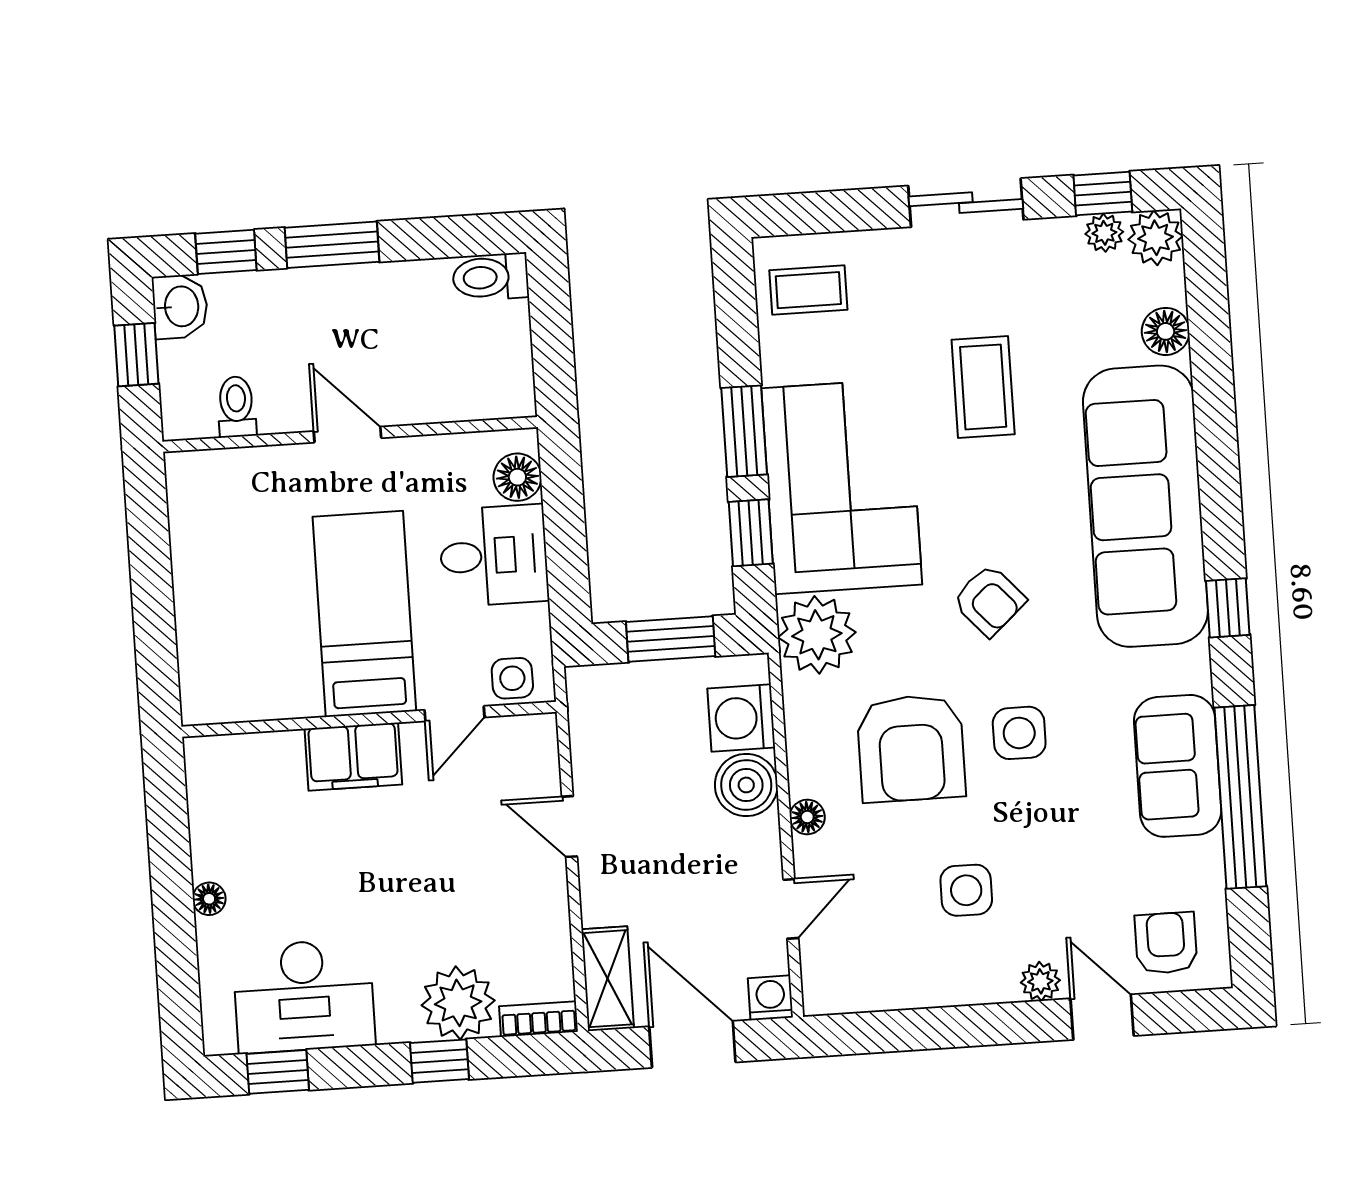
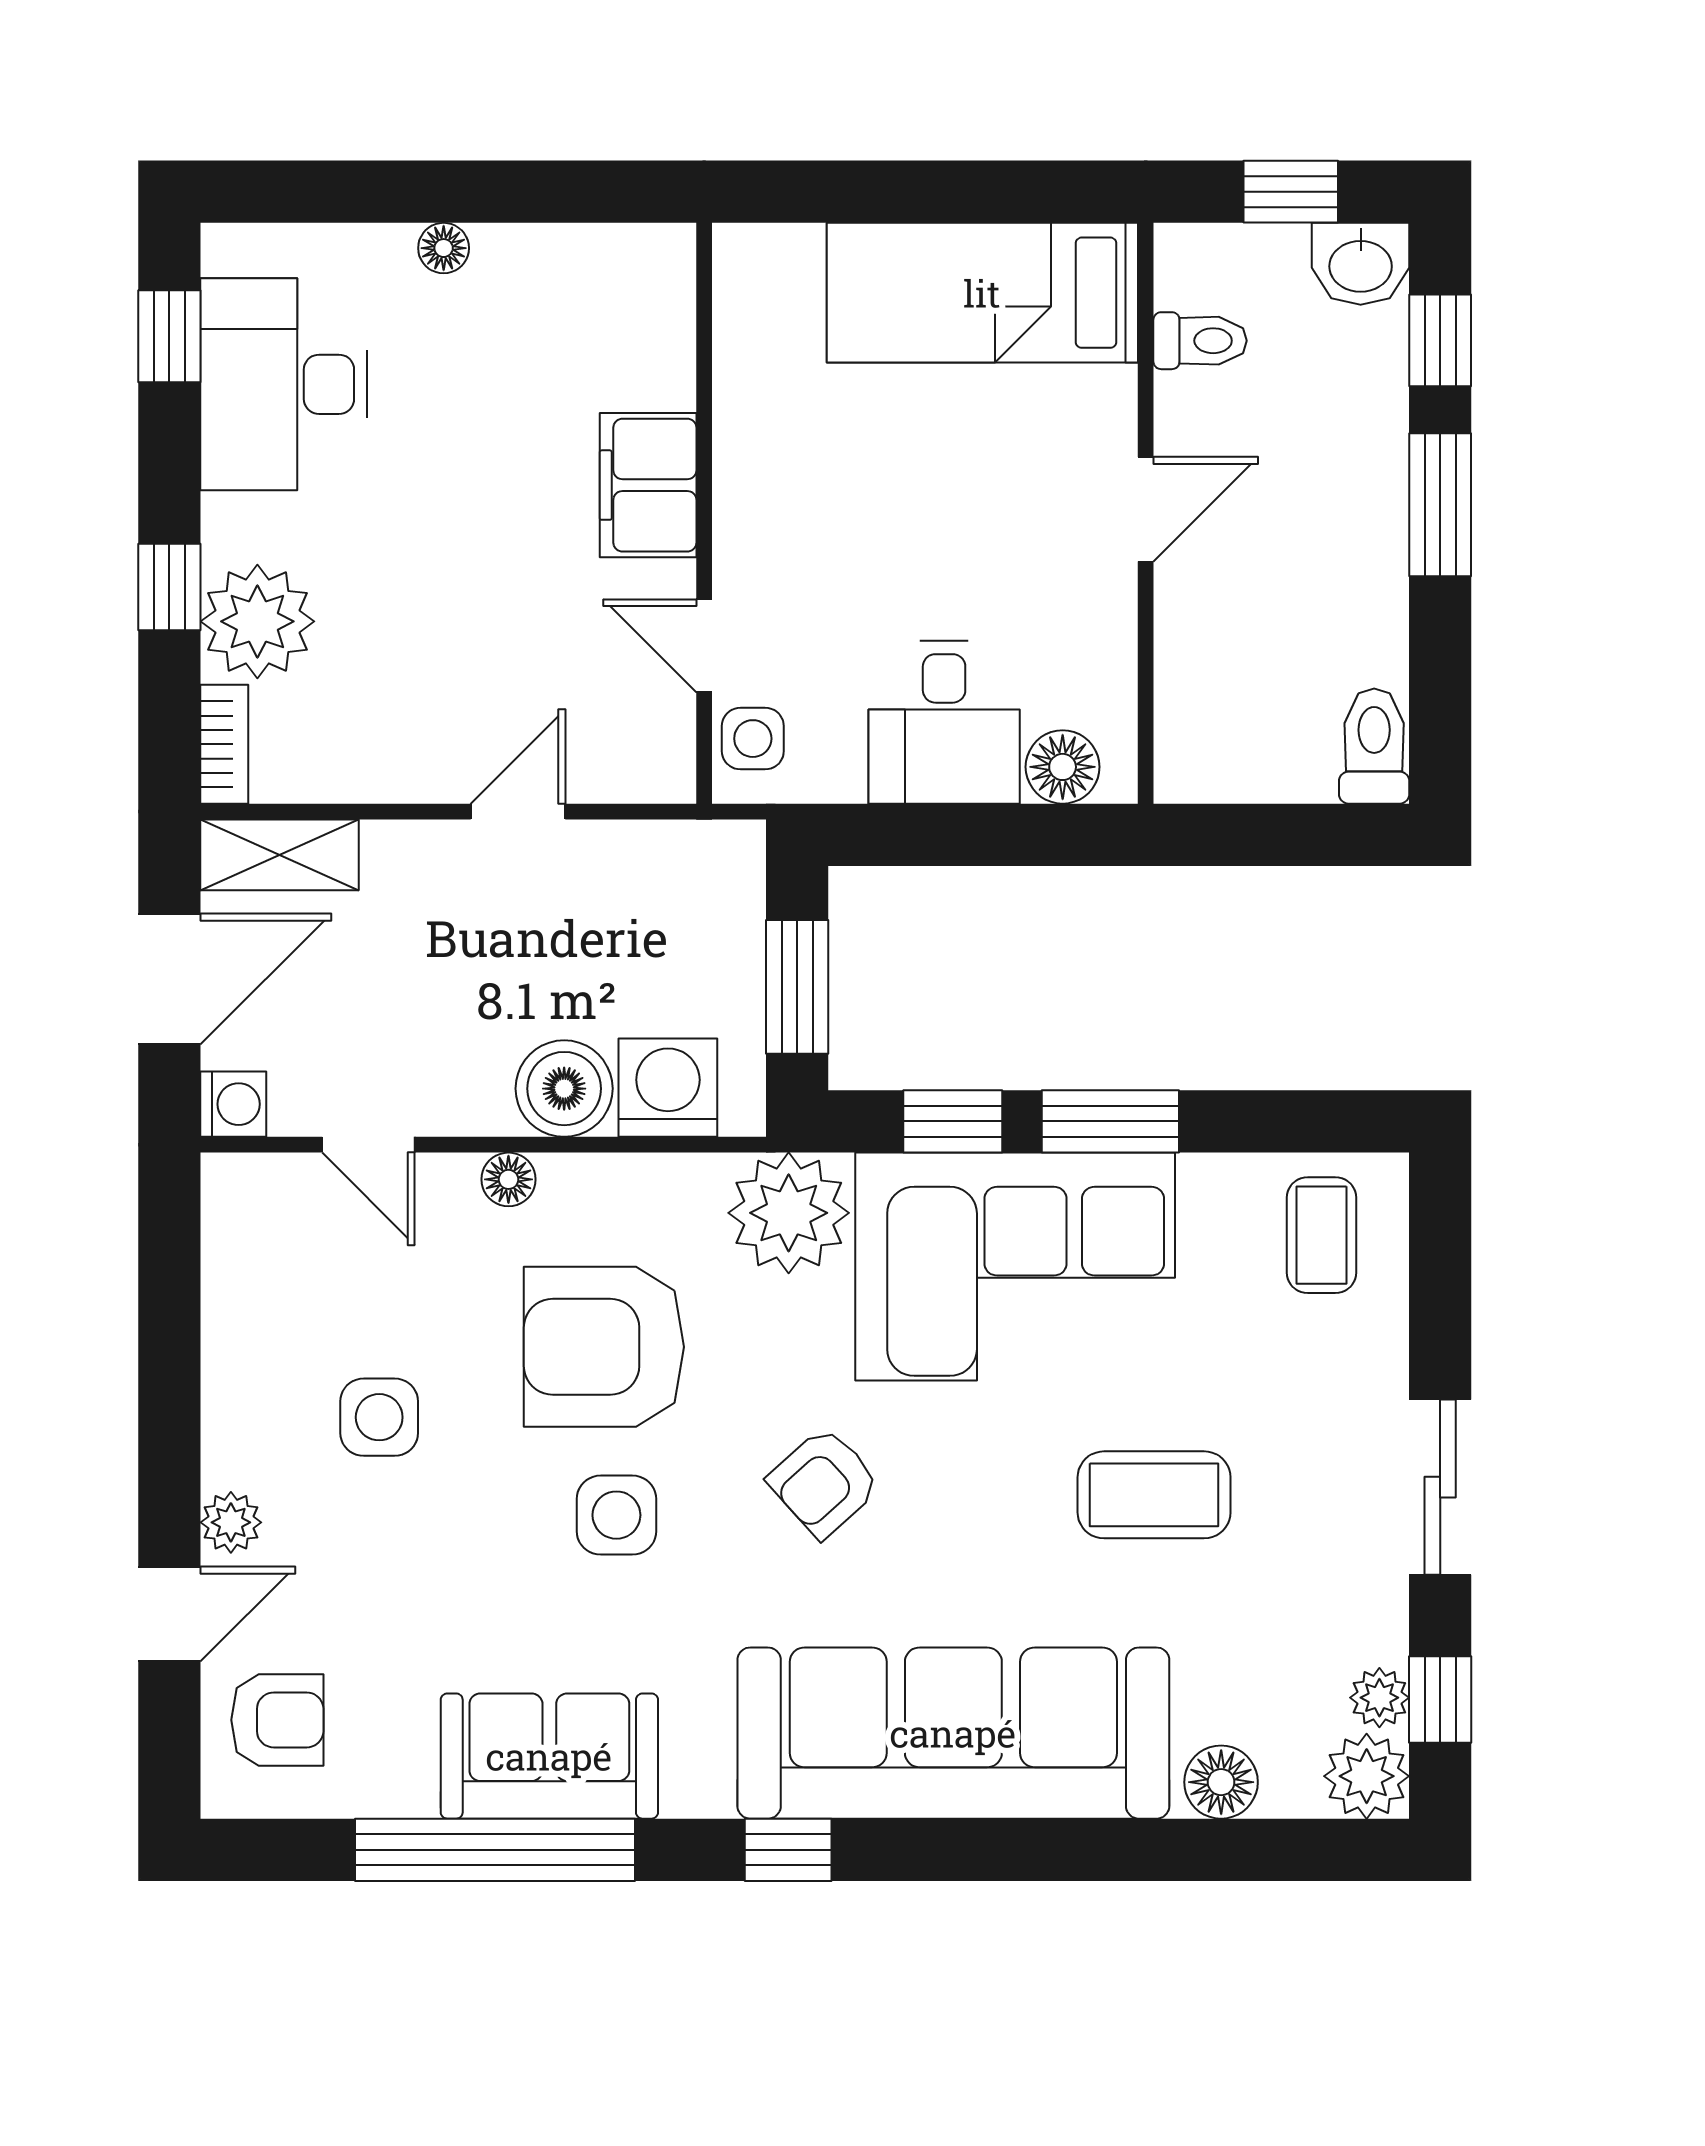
bed: (364, 614) -> (982, 293), moved, turned 180

